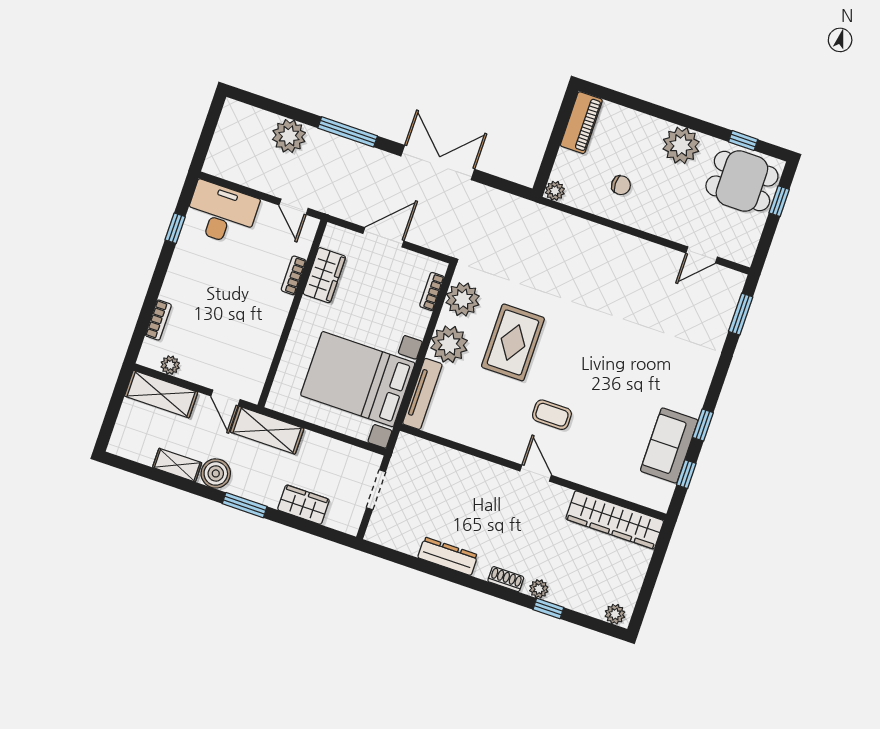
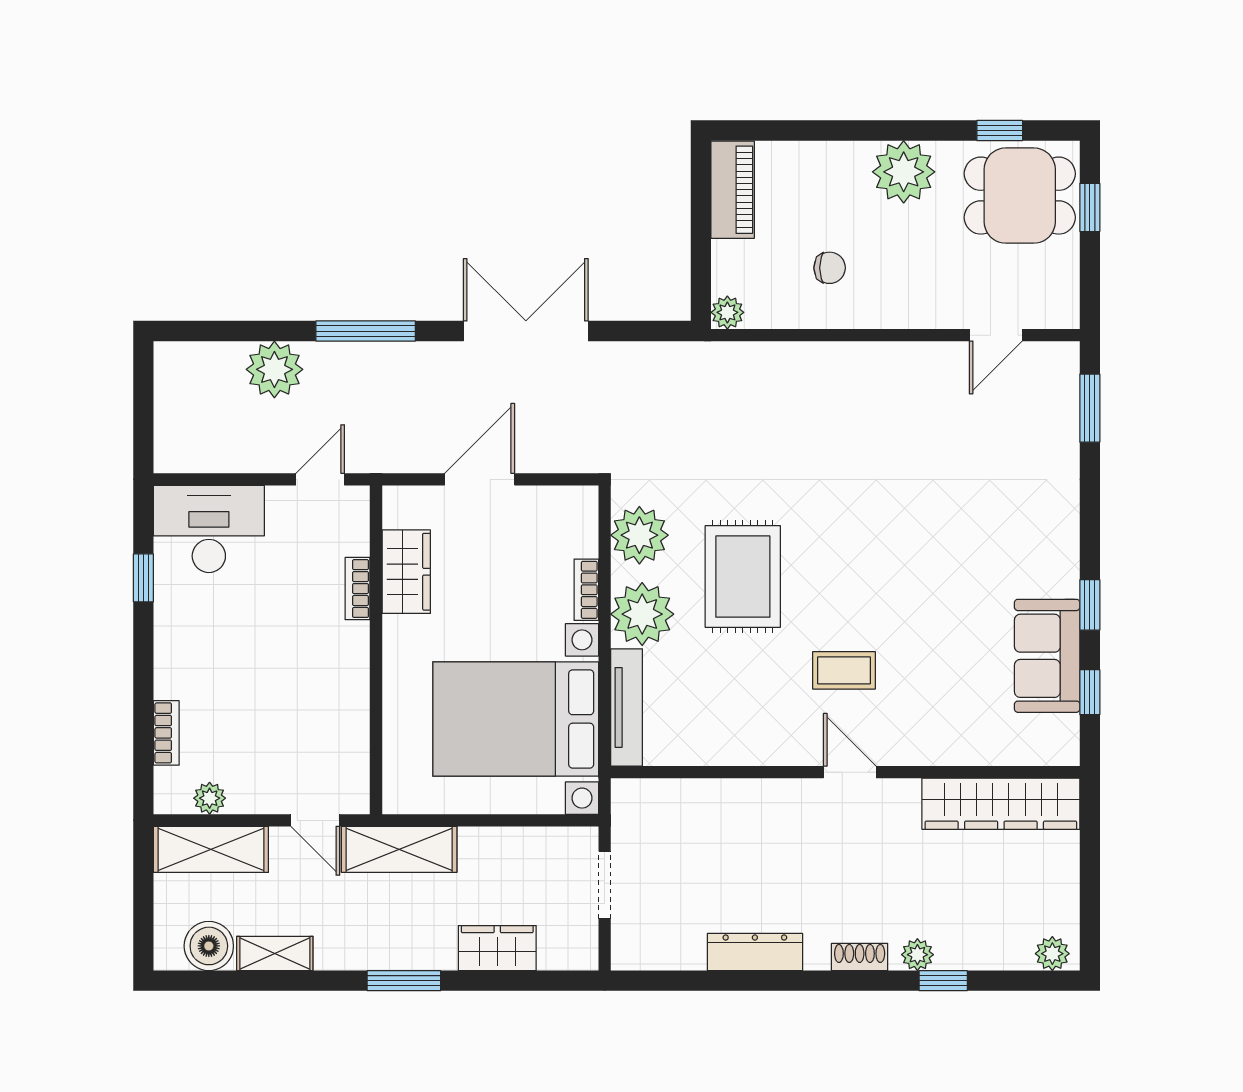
door: (294, 207) -> (320, 479), swing flipped
bookcase: (432, 291) -> (586, 590), moved
boiler: (216, 473) -> (209, 946), moved

